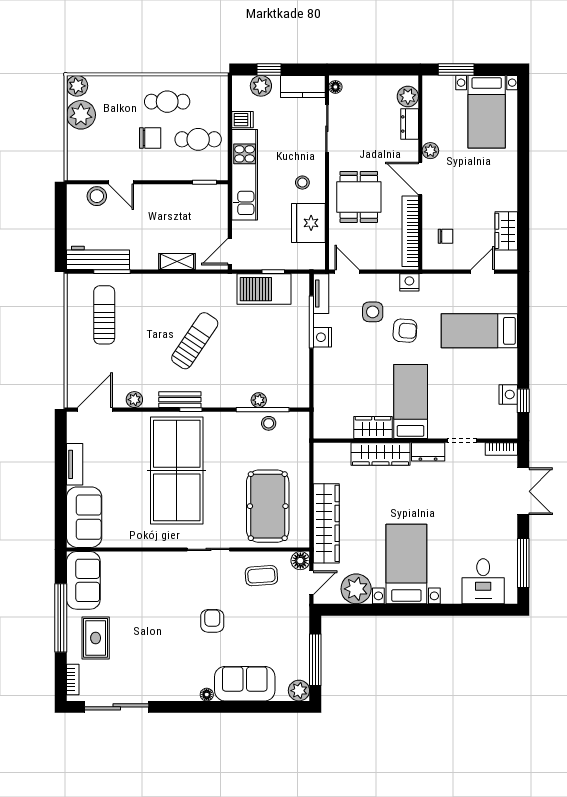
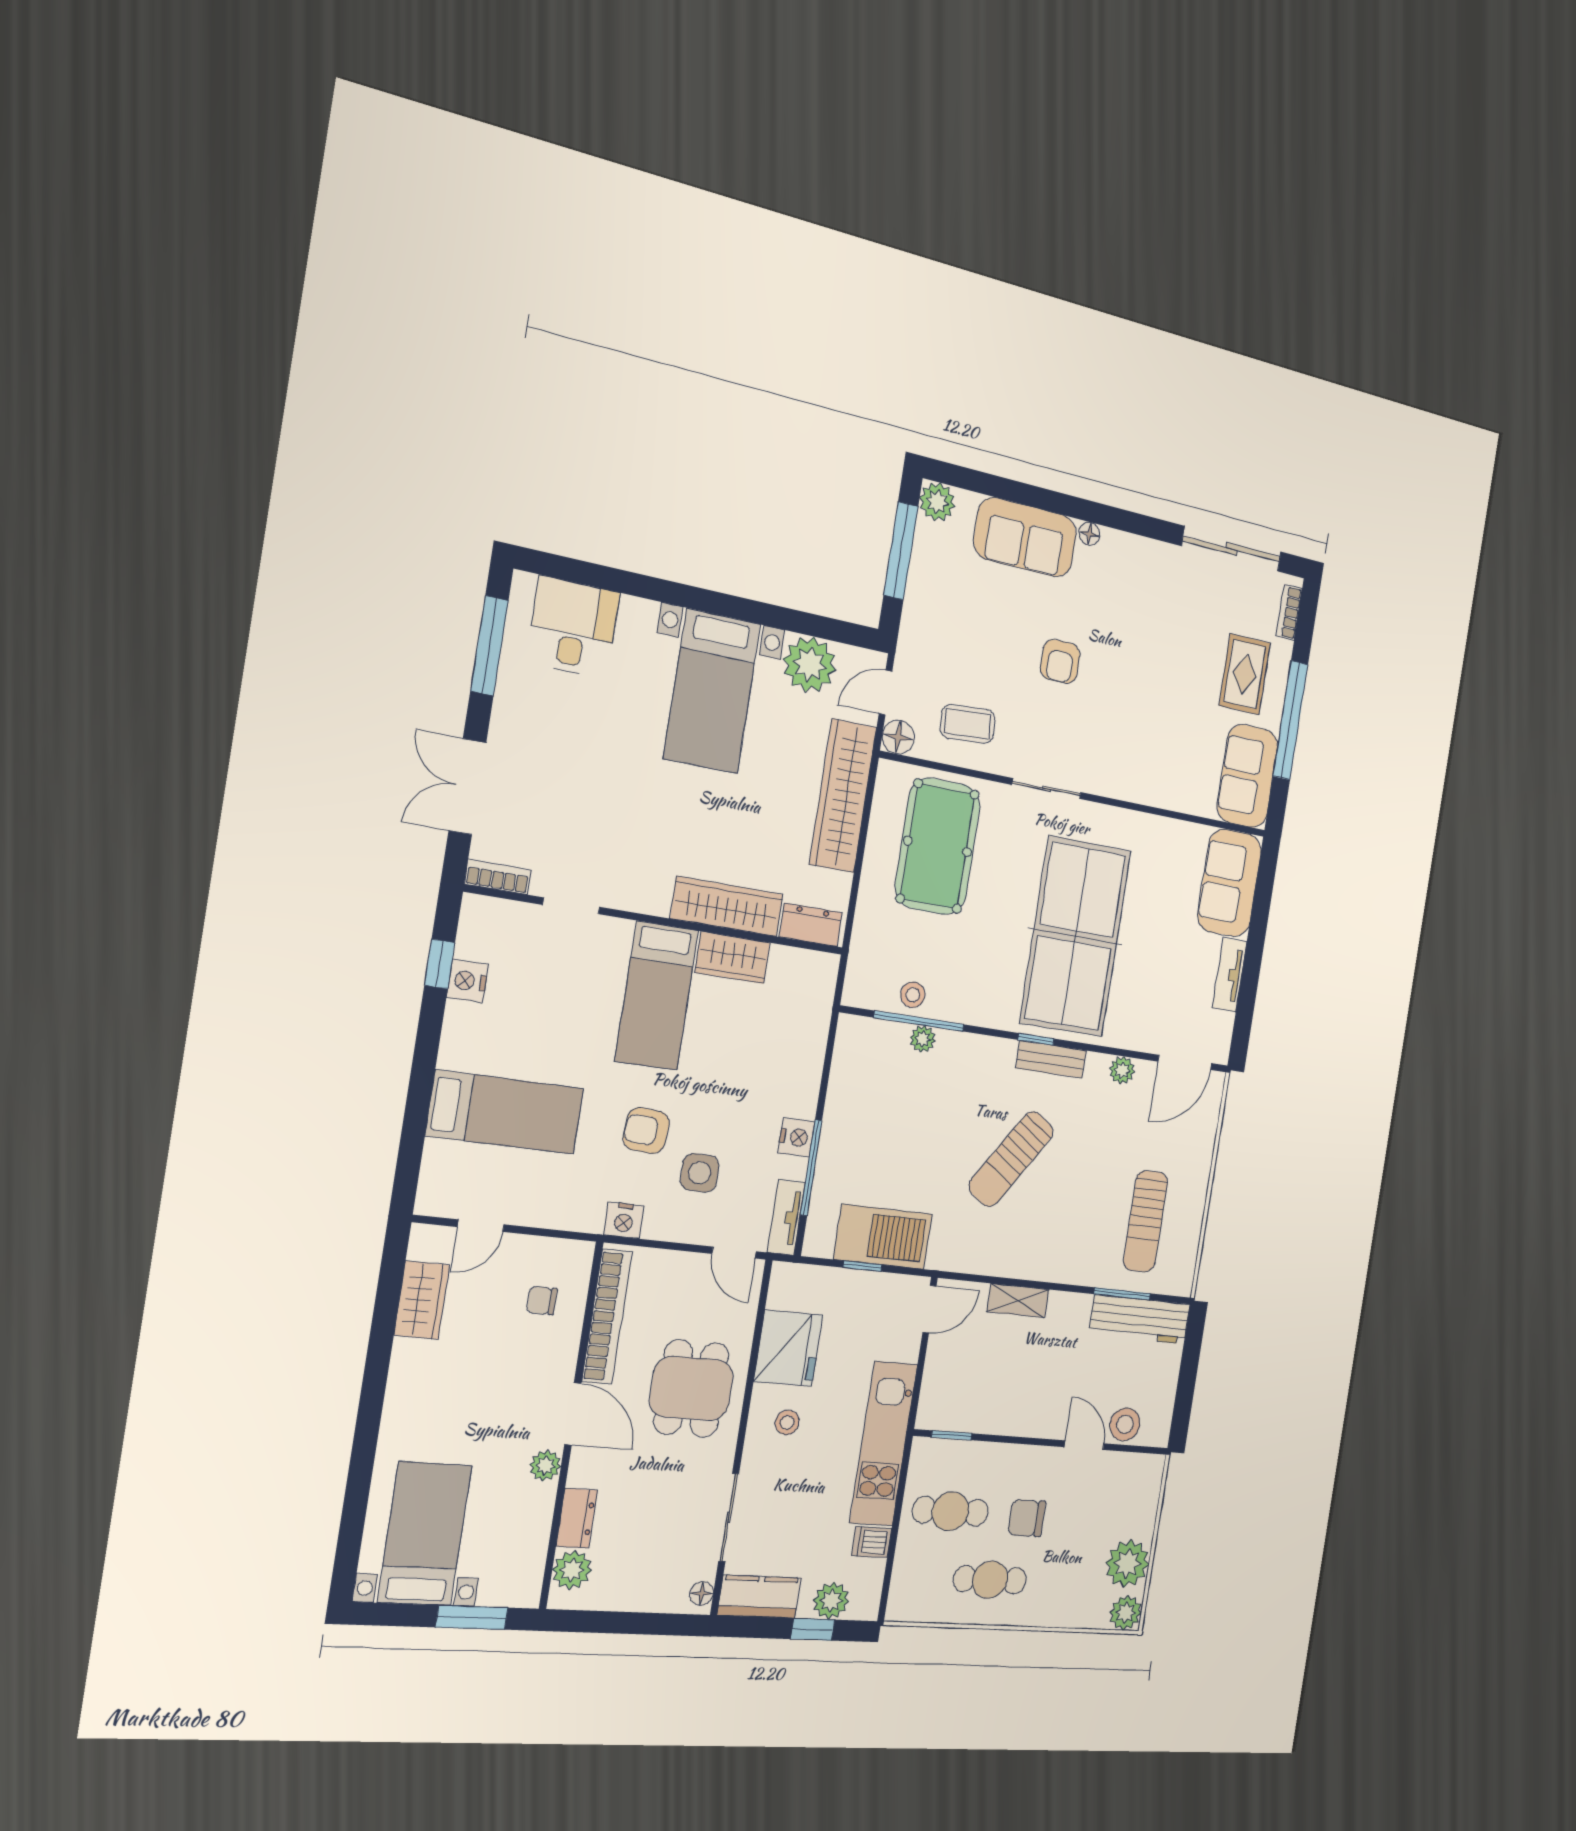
dresser: (428, 452) -> (811, 925), moved

